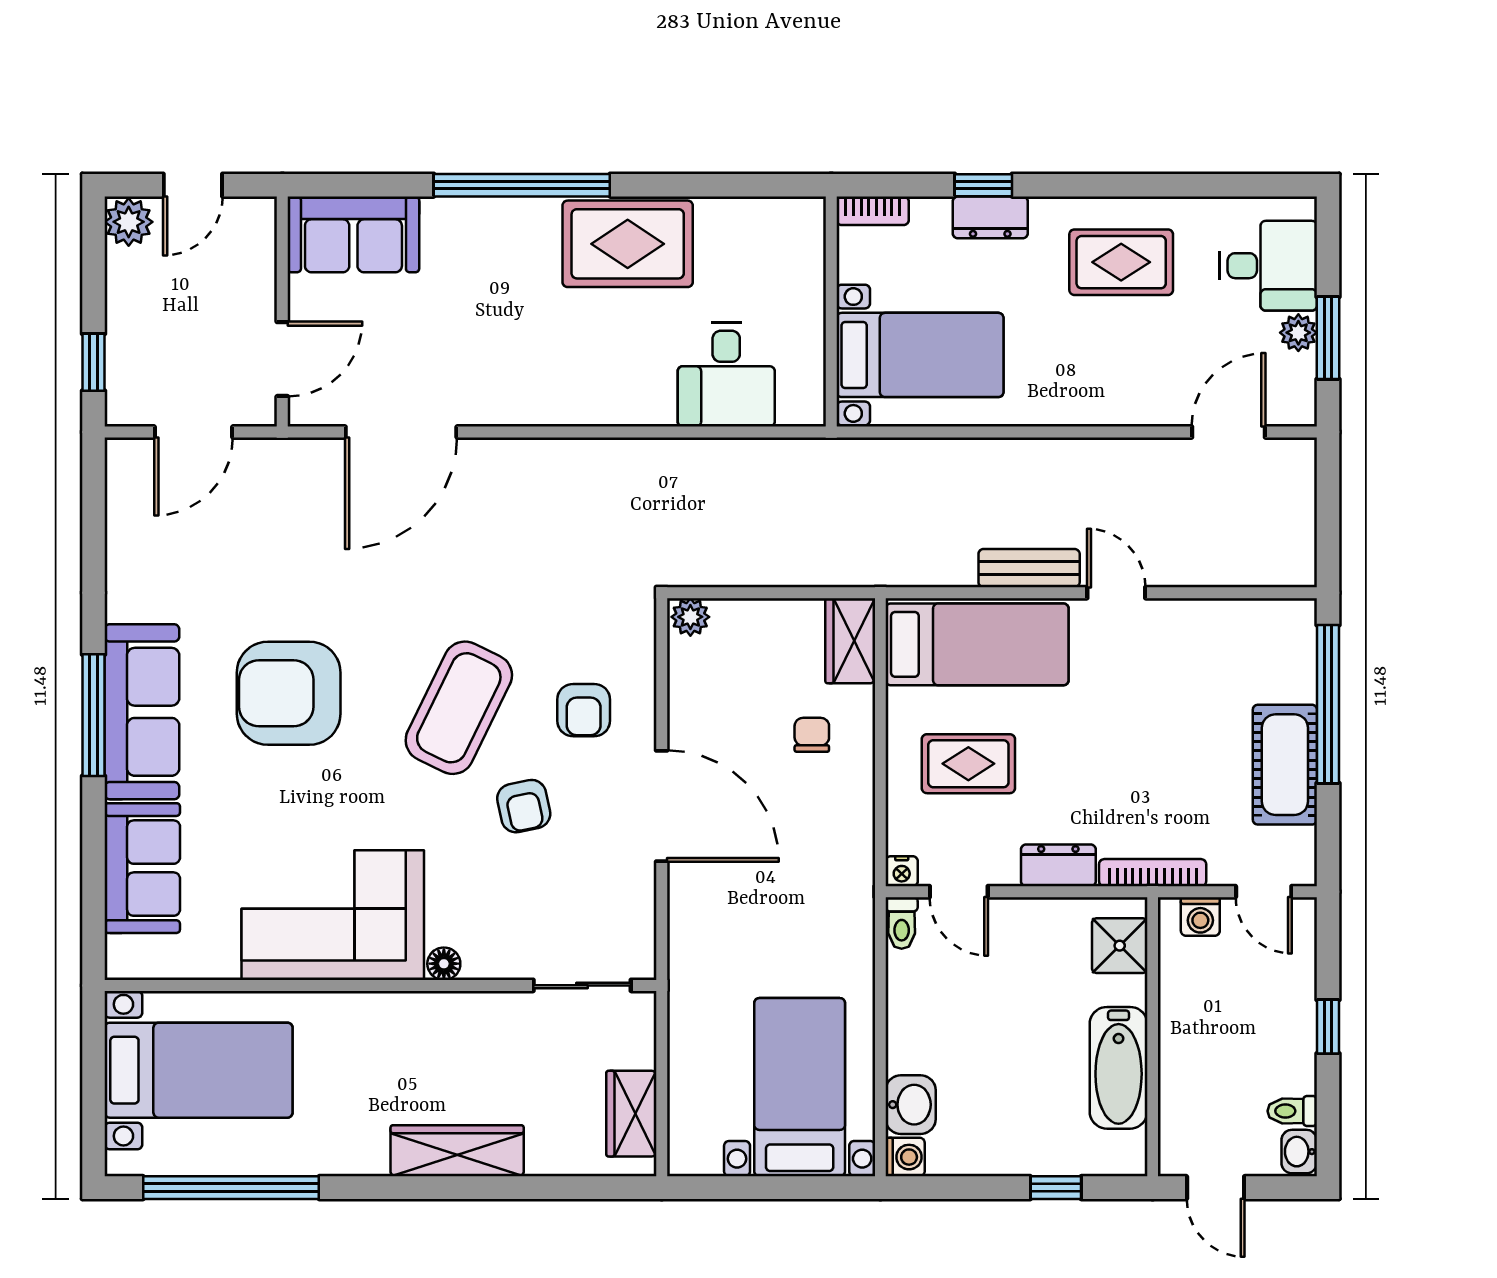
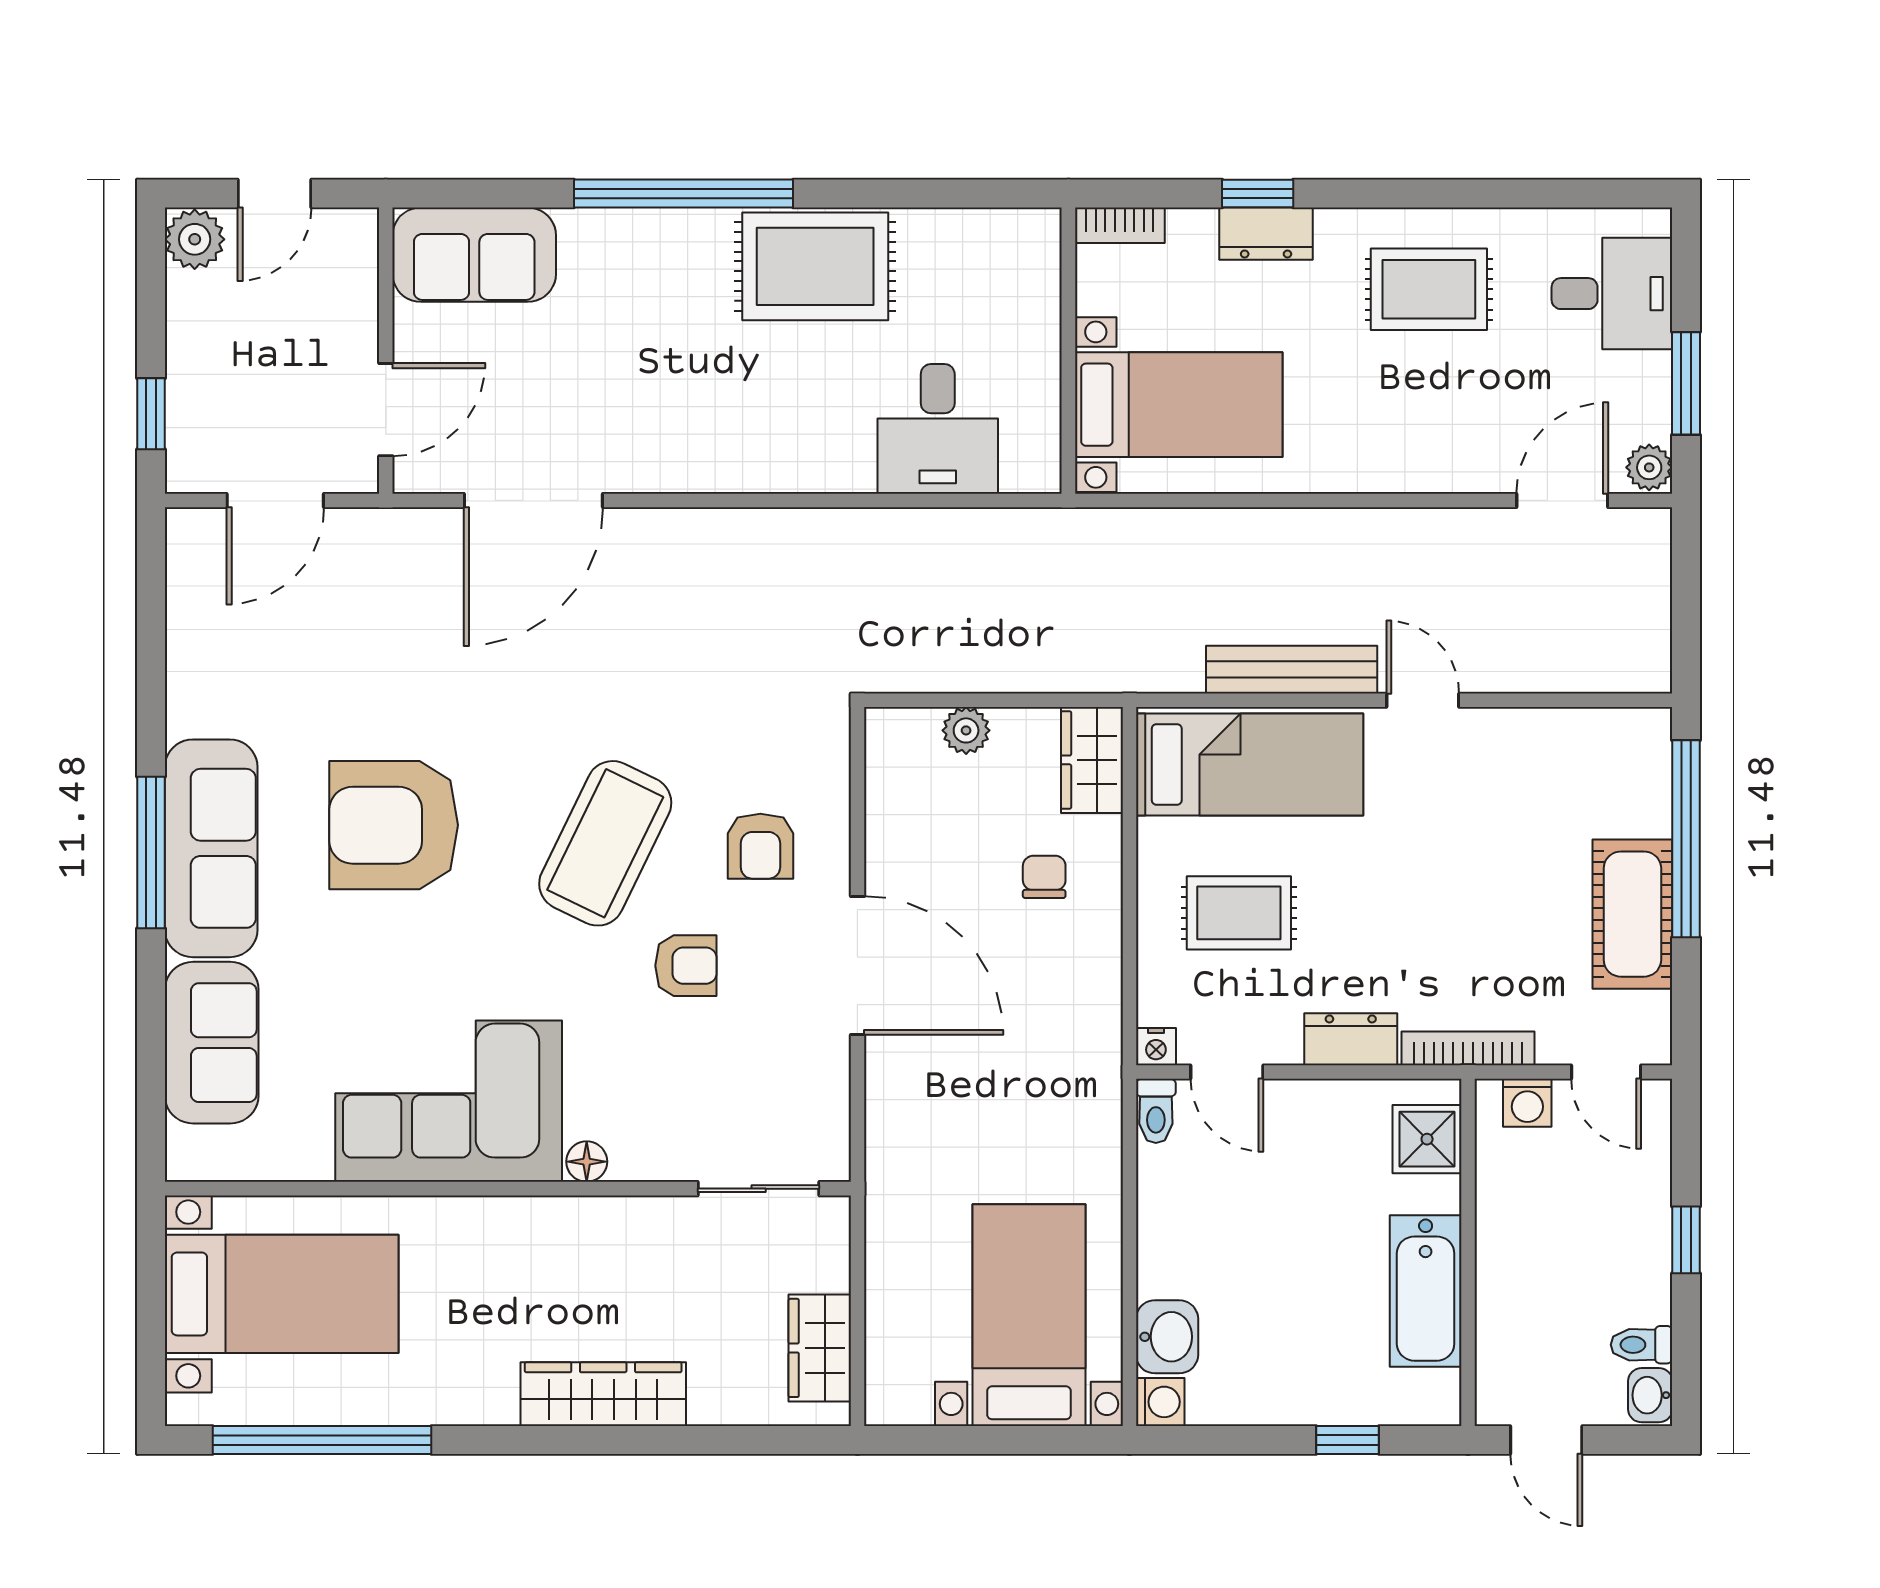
plant: (1298, 333) -> (1649, 467), moved
bench: (1029, 568) -> (1292, 670), width x1.36
plant: (690, 617) -> (966, 730), moved
armchair: (524, 806) -> (686, 966), turned -78

